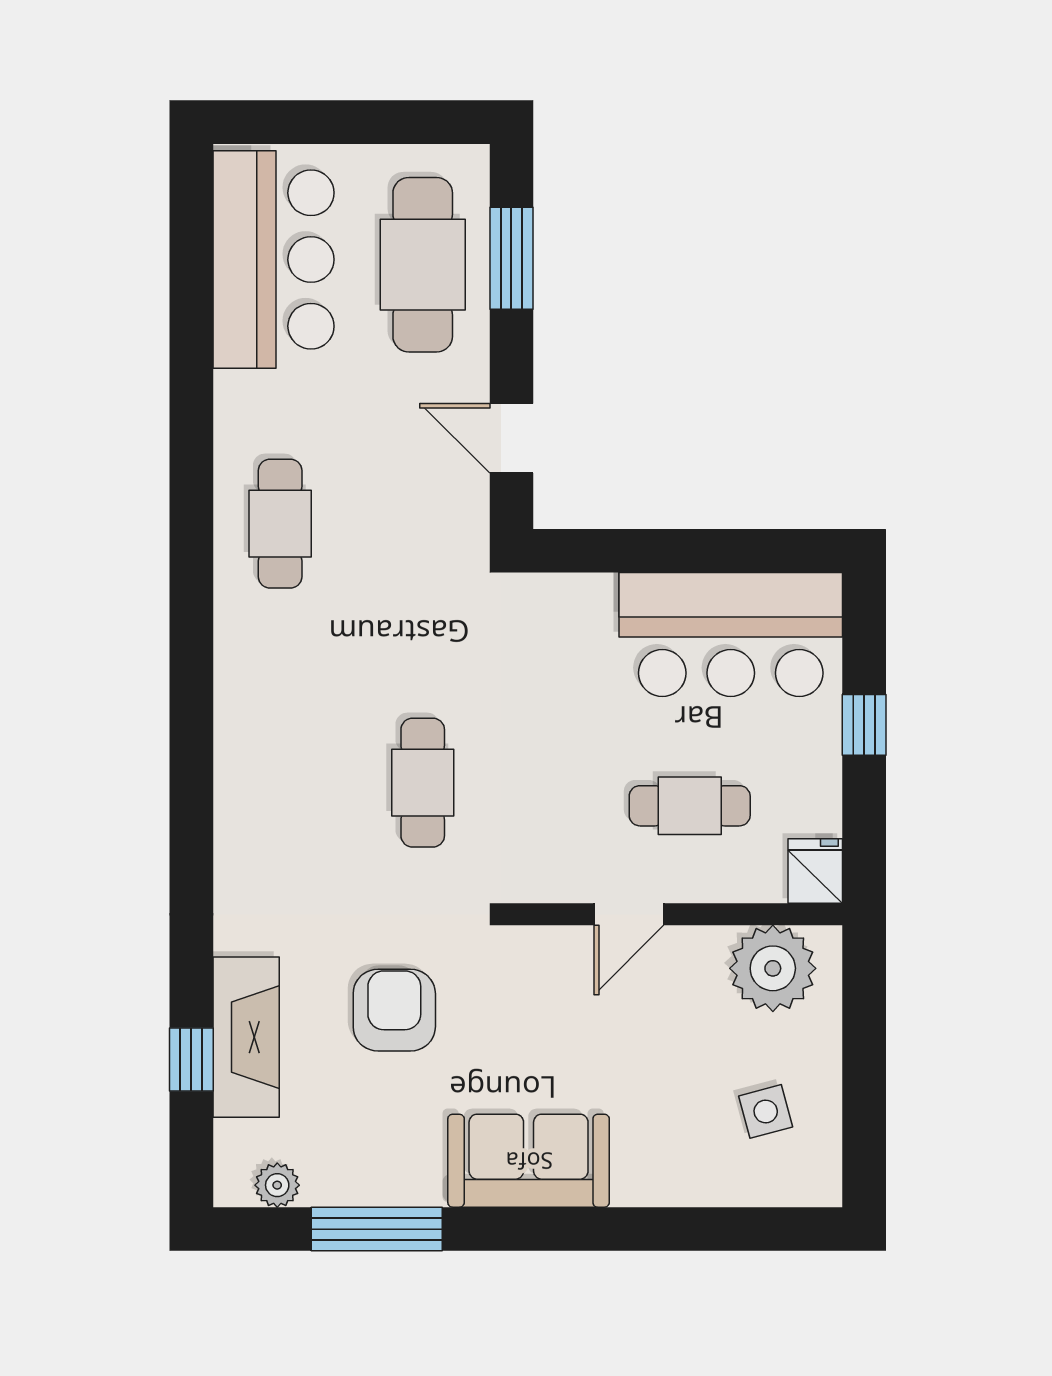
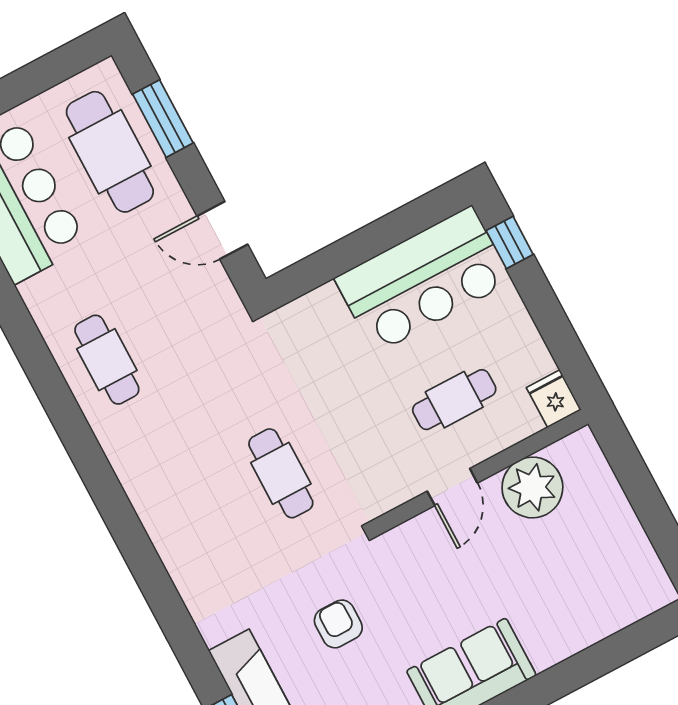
window: (864, 725) -> (510, 243), moved
plant: (773, 968) -> (532, 487), moved
armchair: (394, 1010) -> (338, 624), width x0.72, depth x0.72
side table: (766, 1111) -> (602, 564), removed

